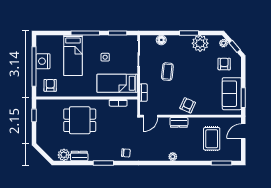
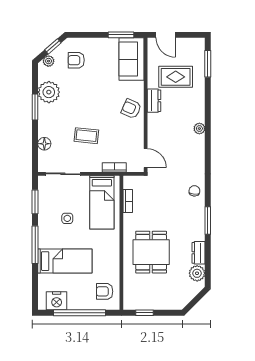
nightstand: (43, 61) -> (57, 301), moved
sofa: (232, 94) -> (132, 59), moved, turned 90
dresser: (179, 122) -> (154, 101), moved

